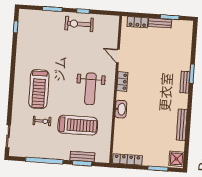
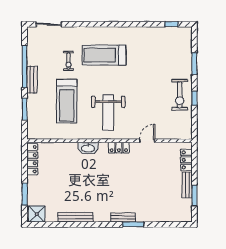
exercise bike: (79, 24) -> (180, 95), turned 180
weight bench: (90, 89) -> (108, 113), turned -90
bench: (82, 157) -> (32, 80), moved

